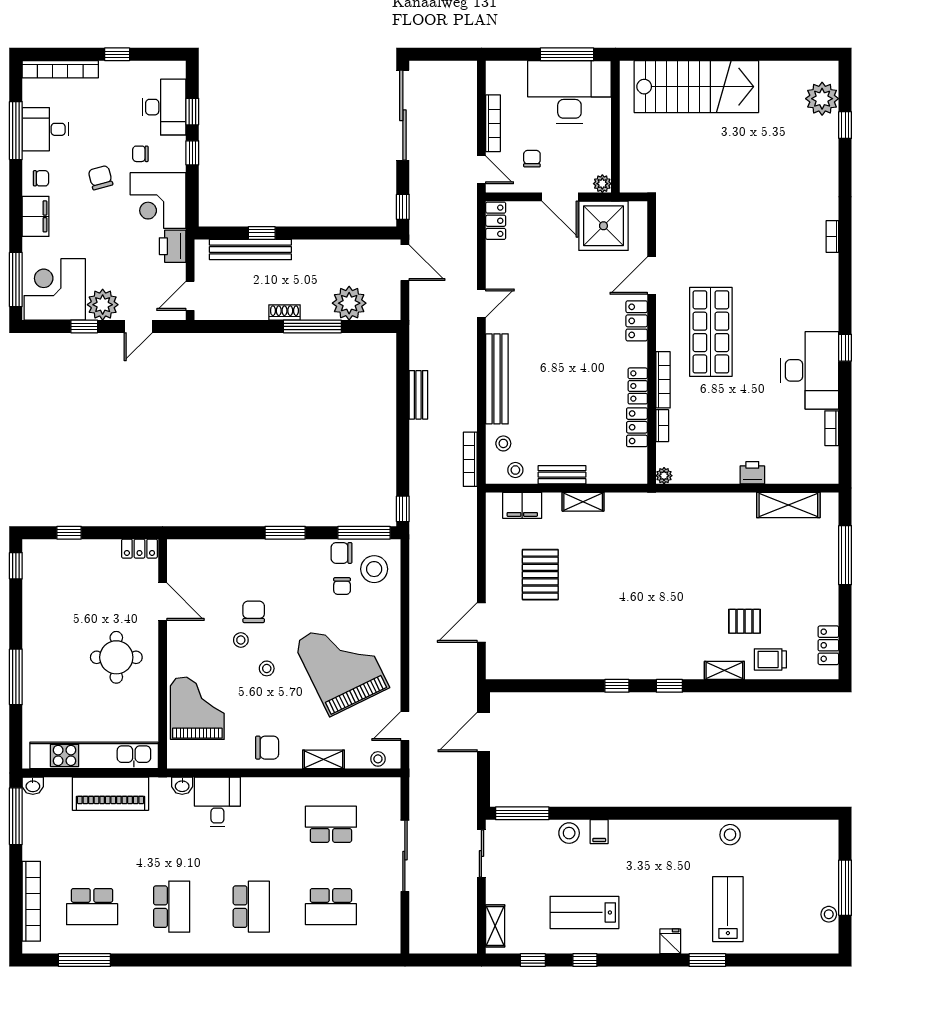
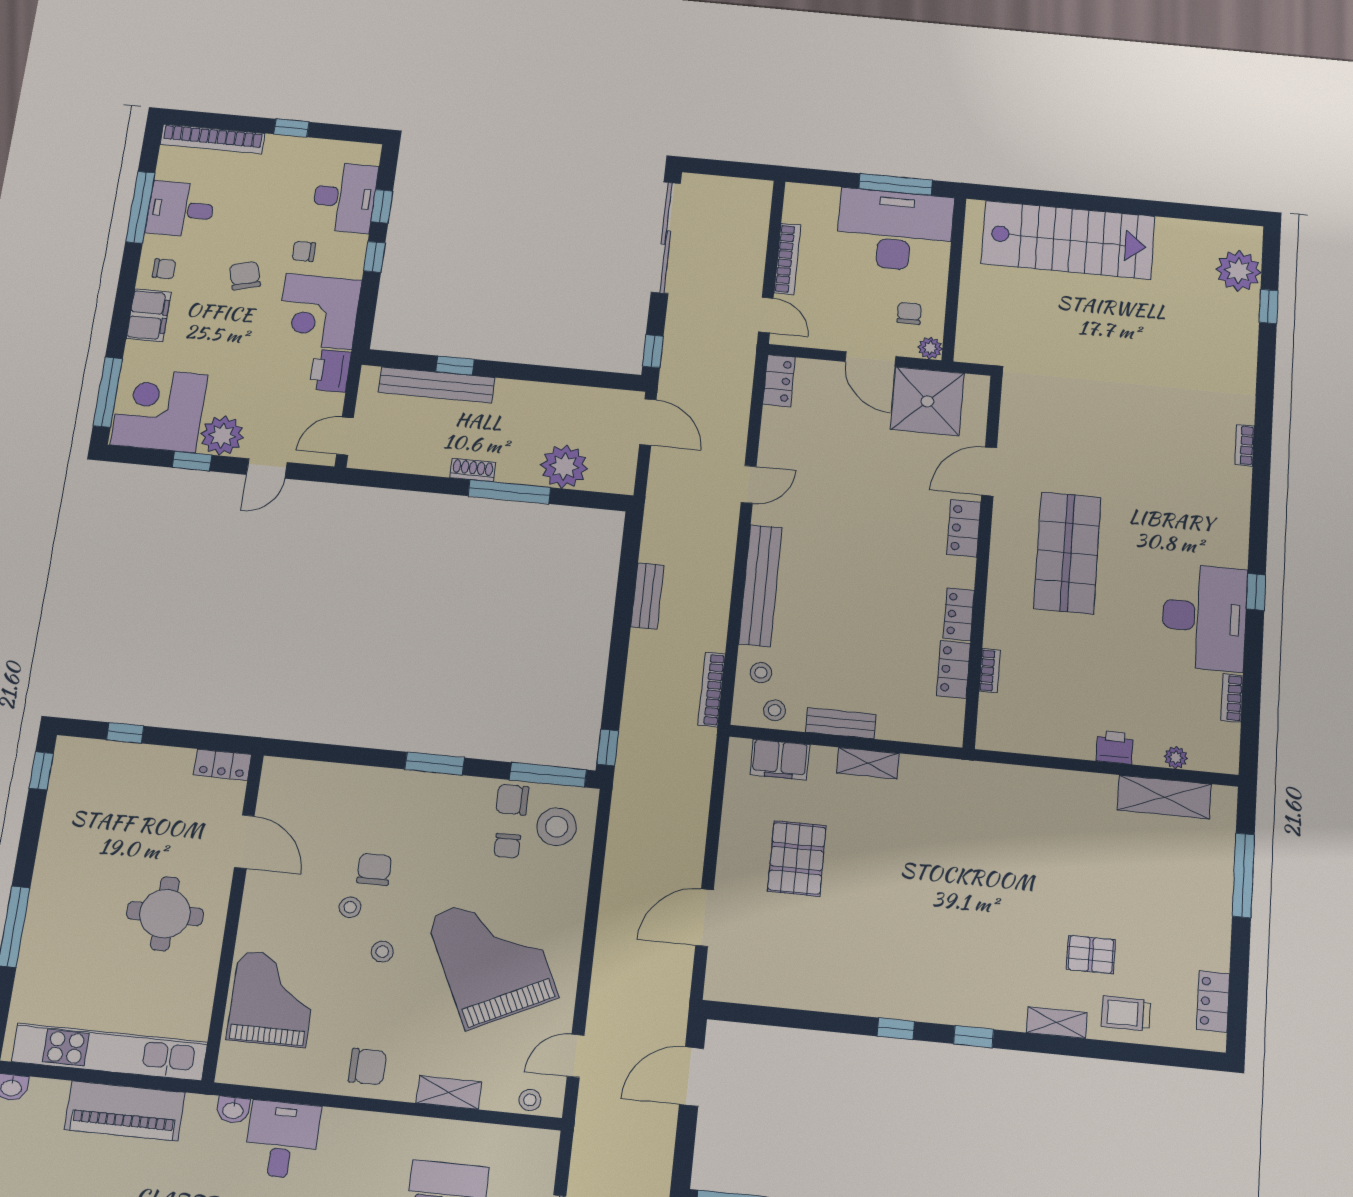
chair: (532, 159) -> (909, 313), moved
bookcase: (663, 380) -> (995, 610), removed
plant: (664, 476) -> (1176, 757), moved

